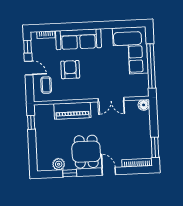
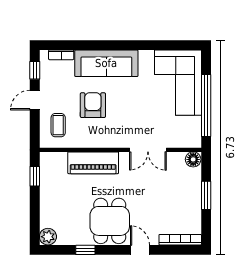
door: (29, 68) -> (35, 100), swing flipped
window: (155, 147) -> (206, 195), moved
plant: (59, 164) -> (48, 237), moved

